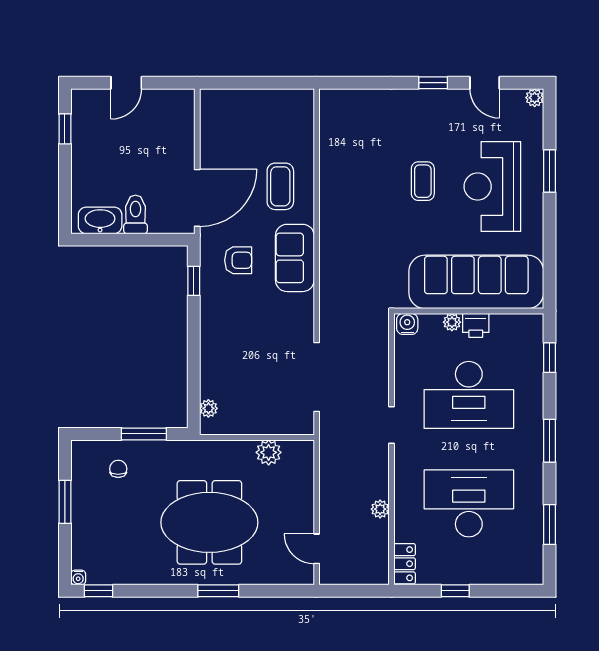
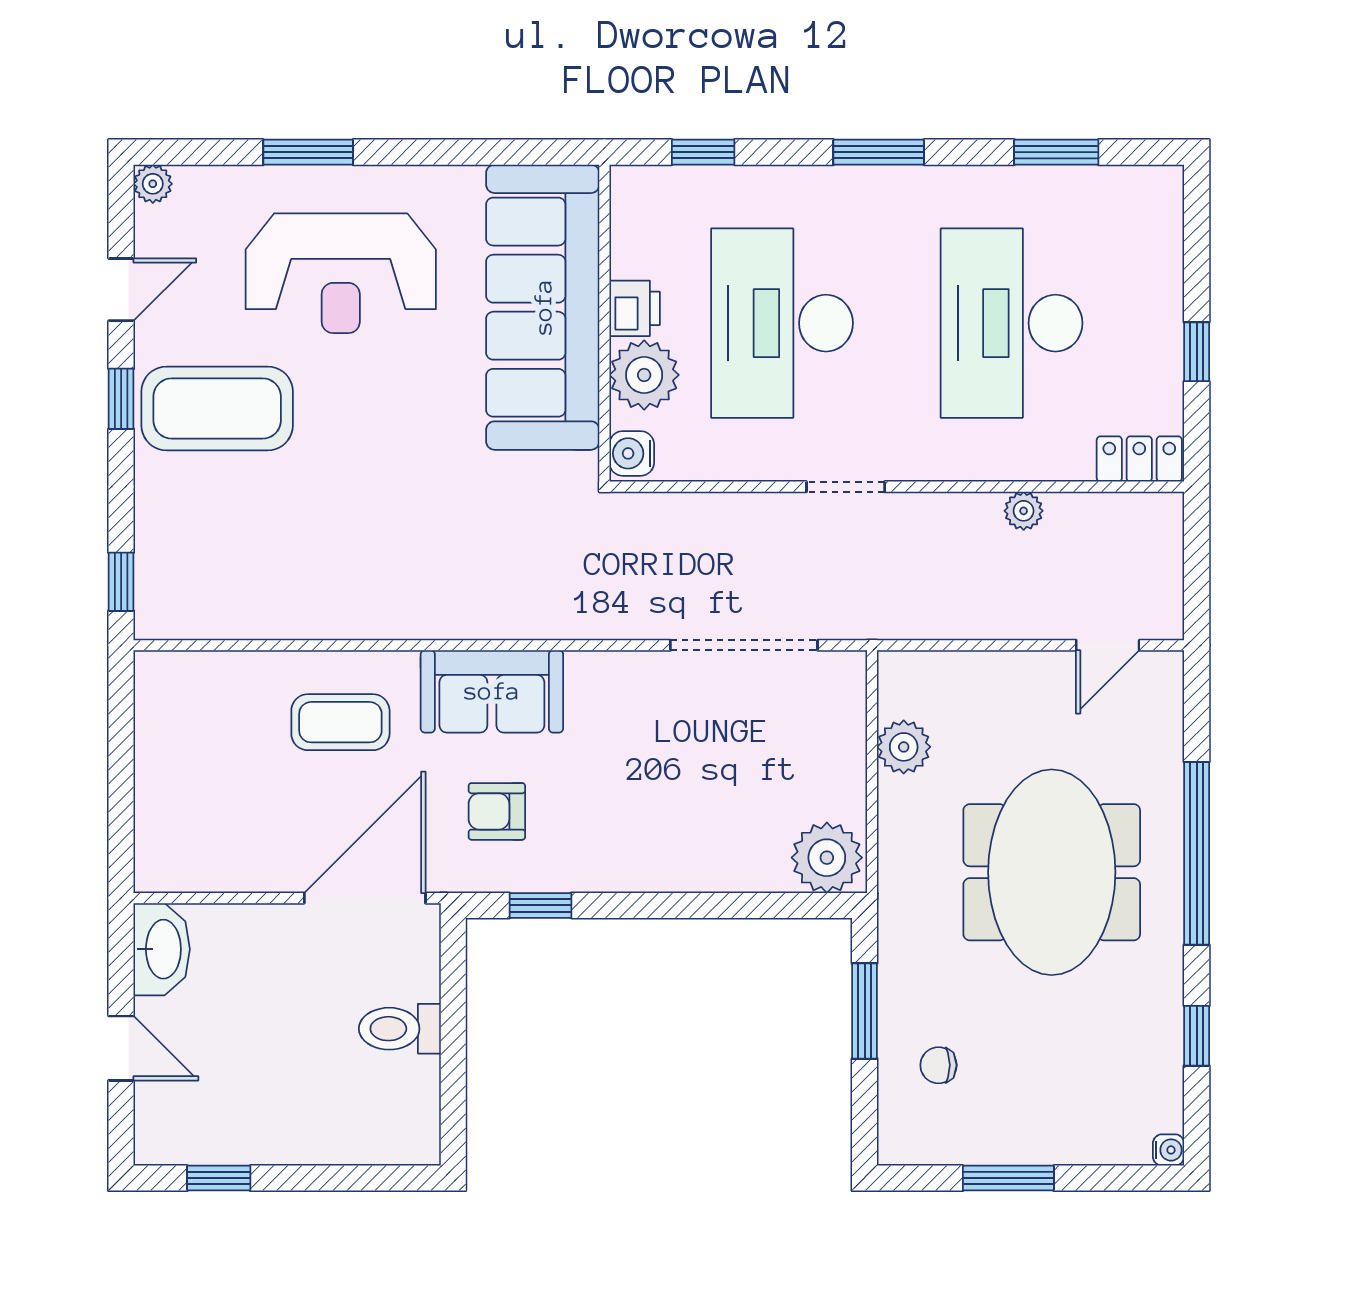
window: (347, 83) -> (121, 582), added
coffee table: (423, 181) -> (217, 408), moved, width x1.86, depth x1.72
door: (197, 198) -> (365, 898), hinge flipped
washbasin: (100, 220) -> (162, 949), moved, turned 180
armchair: (238, 260) -> (497, 811), turned -90
plant: (452, 322) -> (644, 375), width x1.88, depth x1.88
desk: (469, 395) -> (782, 323), turned 180
plant: (208, 408) -> (827, 858), width x1.87, depth x1.87
window: (99, 591) -> (1197, 1036), moved
window: (218, 591) -> (1197, 853), width x2.11

